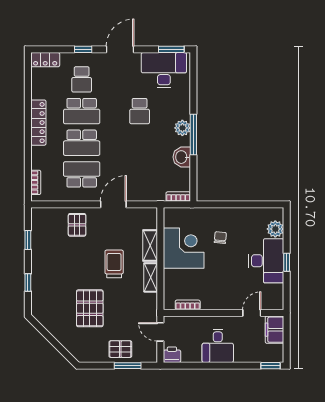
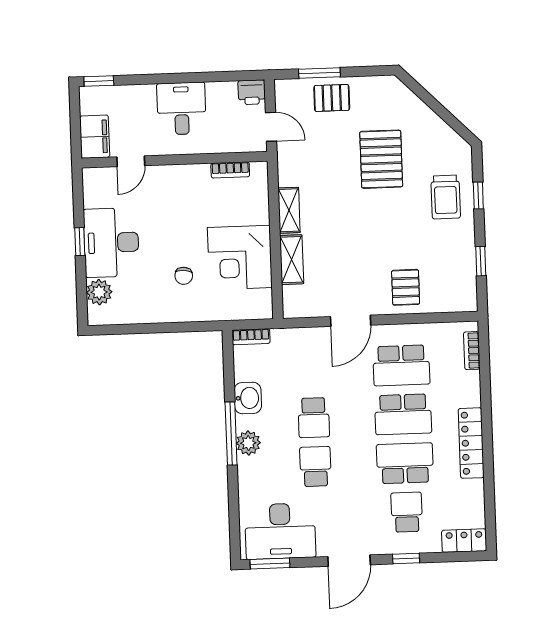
school desk: (82, 143) -> (403, 414), turned 180
school desk: (140, 143) -> (314, 418), added
trolley: (114, 264) -> (446, 197), moved

